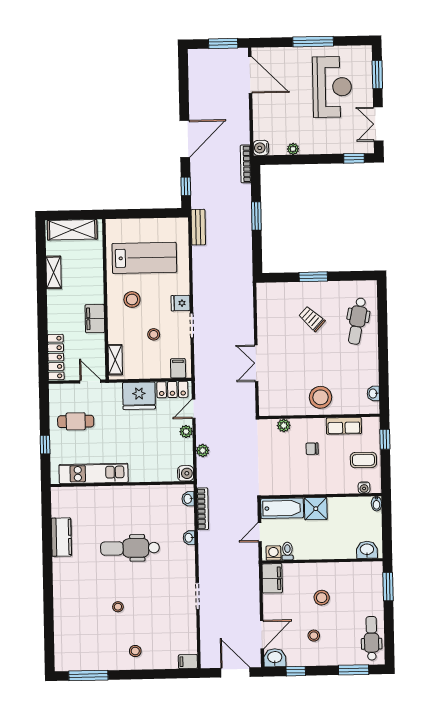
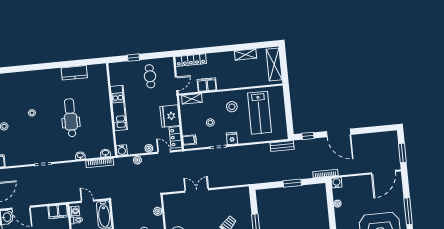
filing cabinet: (95, 319) -> (207, 85), moved
kitchen unit: (94, 473) -> (119, 108), moved

